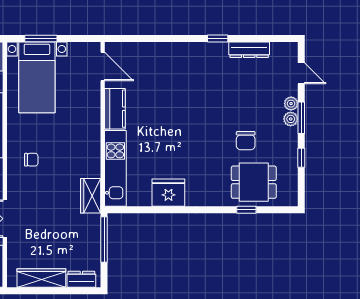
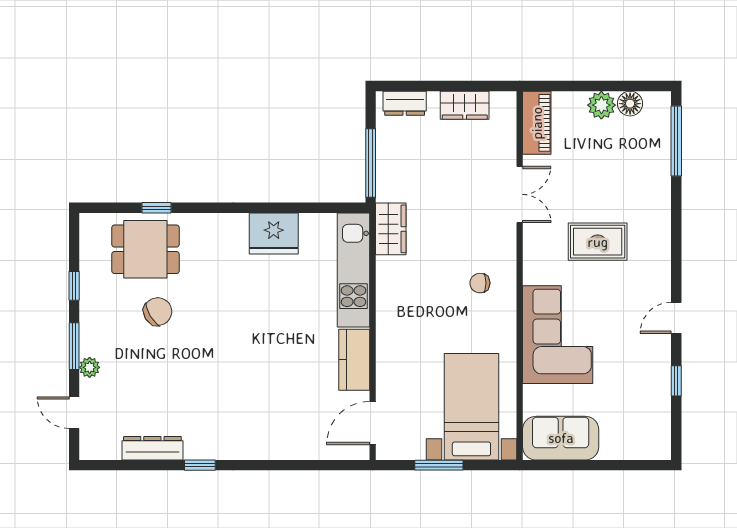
window: (41, 39) -> (439, 465), moved
door: (103, 67) -> (373, 423), hinge flipped
plant: (291, 119) -> (90, 344), removed
chair: (246, 141) -> (158, 312), turned 59
wardrobe: (41, 278) -> (465, 105), width x0.67

